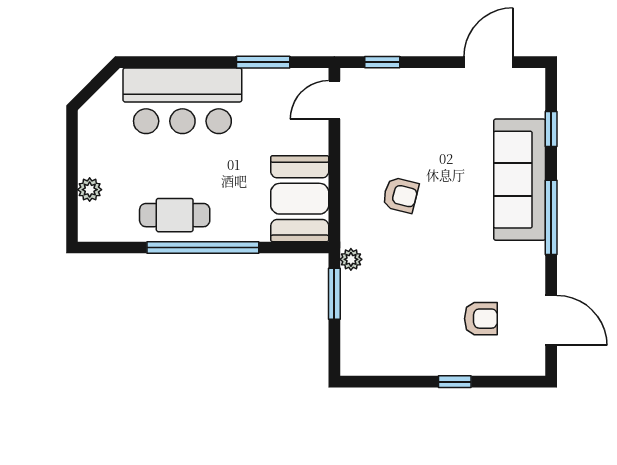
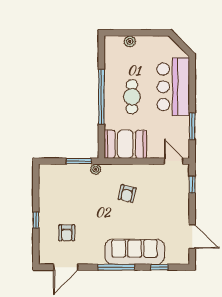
cafe table: (175, 215) -> (132, 97), moved

